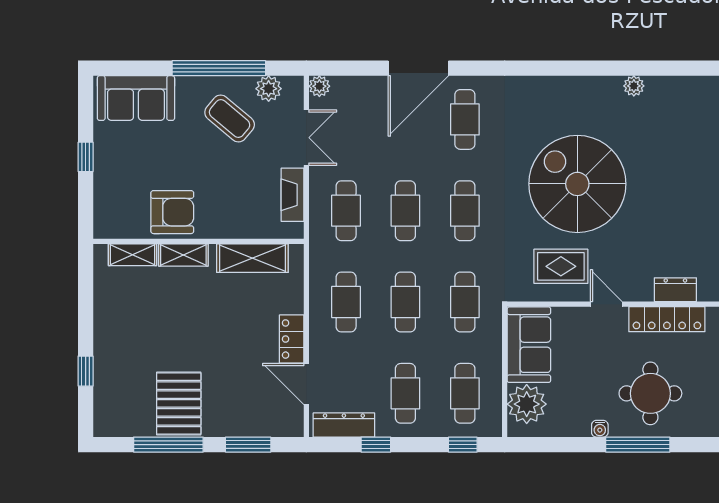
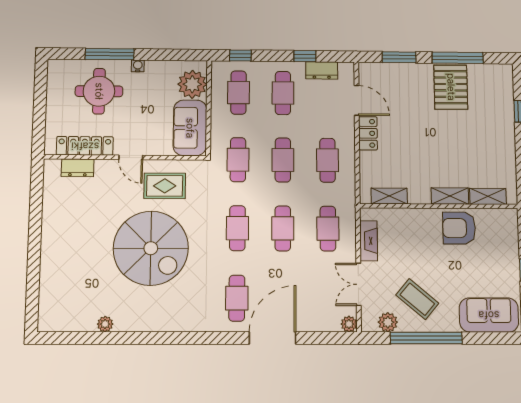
shelving: (252, 258) -> (389, 196), width x0.67, depth x0.75
dresser: (344, 425) -> (322, 70), width x0.70

